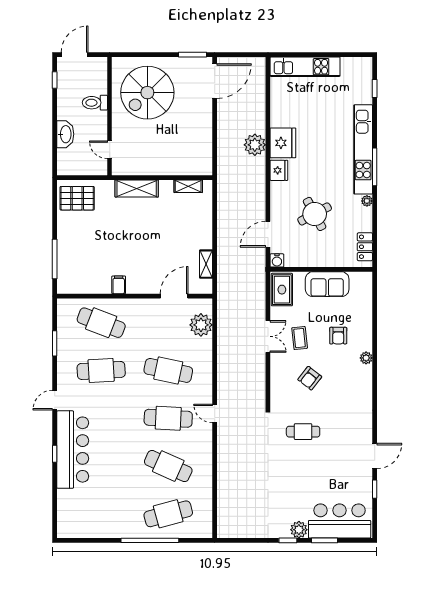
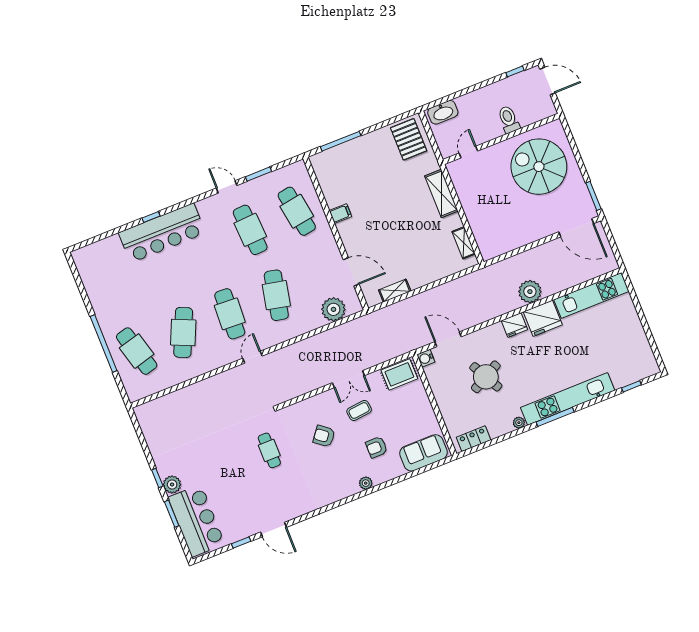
kitchen unit: (305, 67) -> (591, 295), moved, turned -90
washbasin: (65, 134) -> (443, 112), moved
sofa: (327, 284) -> (423, 453), moved, turned 90
cafe table: (101, 323) -> (297, 211), turned -30
door: (55, 400) -> (227, 187), moved

